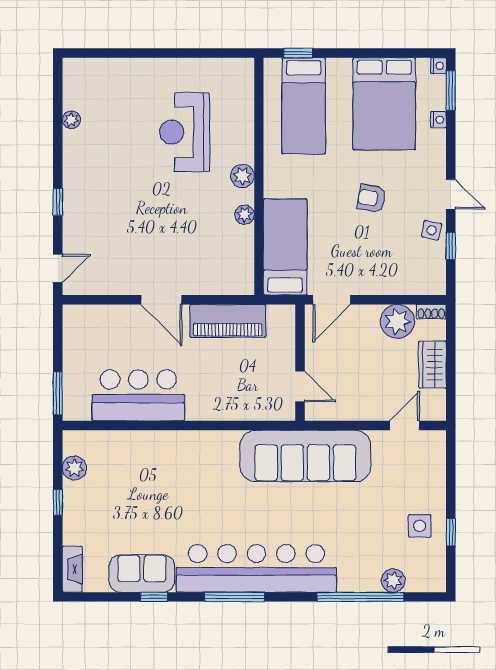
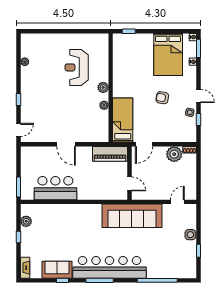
bed: (304, 106) -> (131, 55), removed
piano: (228, 321) -> (110, 154), moved
wardrobe: (433, 365) -> (190, 174), removed
side table: (420, 526) -> (190, 235), moved
plant: (393, 581) -> (172, 273), removed

